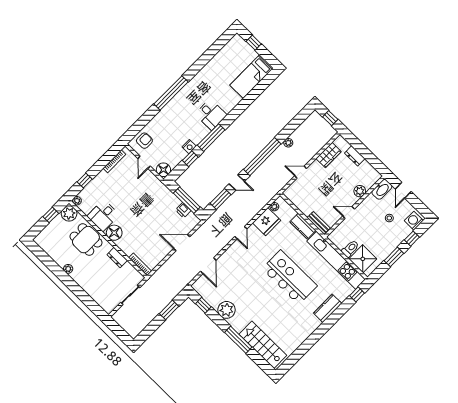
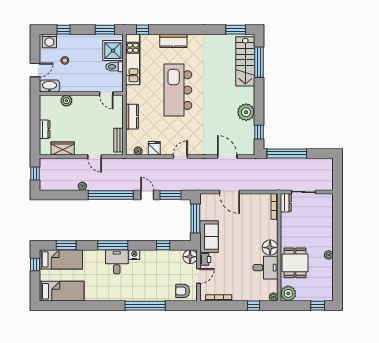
window: (254, 43) -> (35, 264), moved
bed: (229, 55) -> (62, 291), added
window: (258, 90) -> (66, 245), added
window: (171, 93) -> (145, 306), moved
window: (211, 138) -> (113, 245), moved
nightstand: (189, 147) -> (134, 255), moved
sofa: (164, 197) -> (209, 237), added
printer: (183, 210) -> (205, 259), moved
door: (349, 213) -> (106, 94), moved
window: (51, 215) -> (318, 306), moved
fridge: (267, 222) -> (154, 148), width x0.53, depth x0.75
bench: (319, 223) -> (118, 140), moved
window: (394, 257) -> (105, 30), moved
dresser: (117, 258) -> (286, 203), moved
kitchen unit: (336, 260) -> (133, 59), width x0.73
door: (208, 266) -> (227, 157), hinge flipped
window: (169, 310) -> (287, 153), width x2.11
window: (238, 340) -> (259, 62), moved
window: (292, 360) -> (236, 30), added

